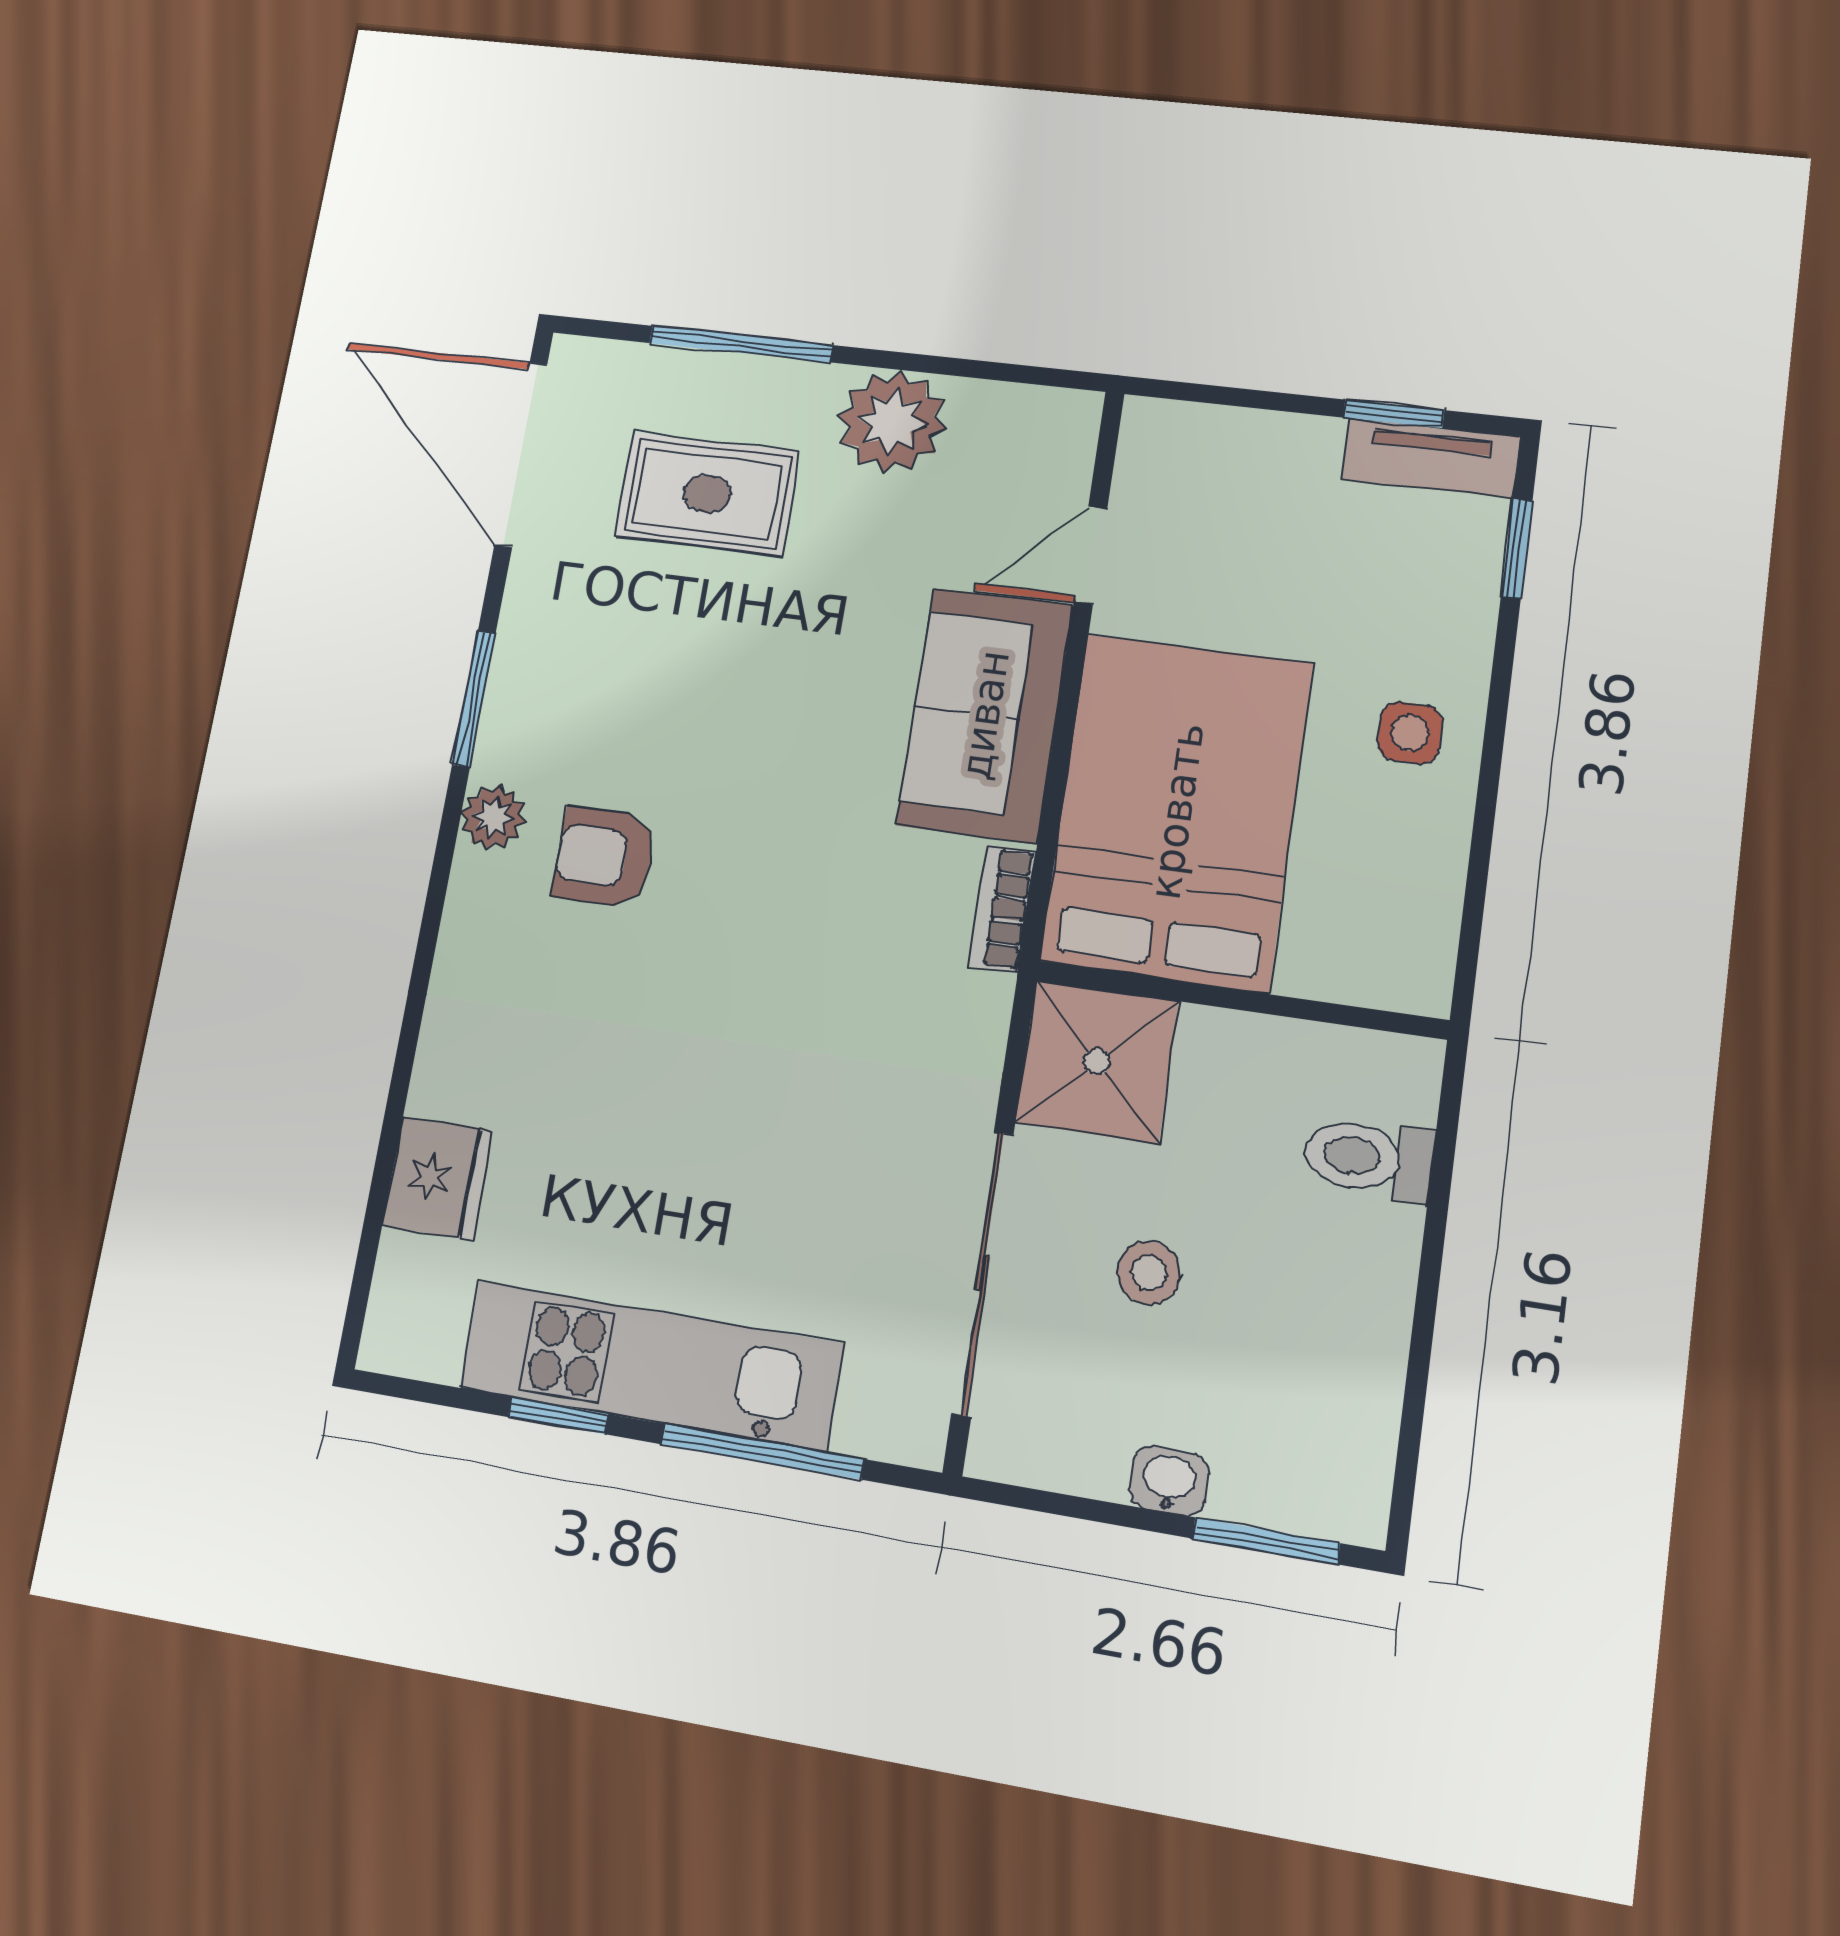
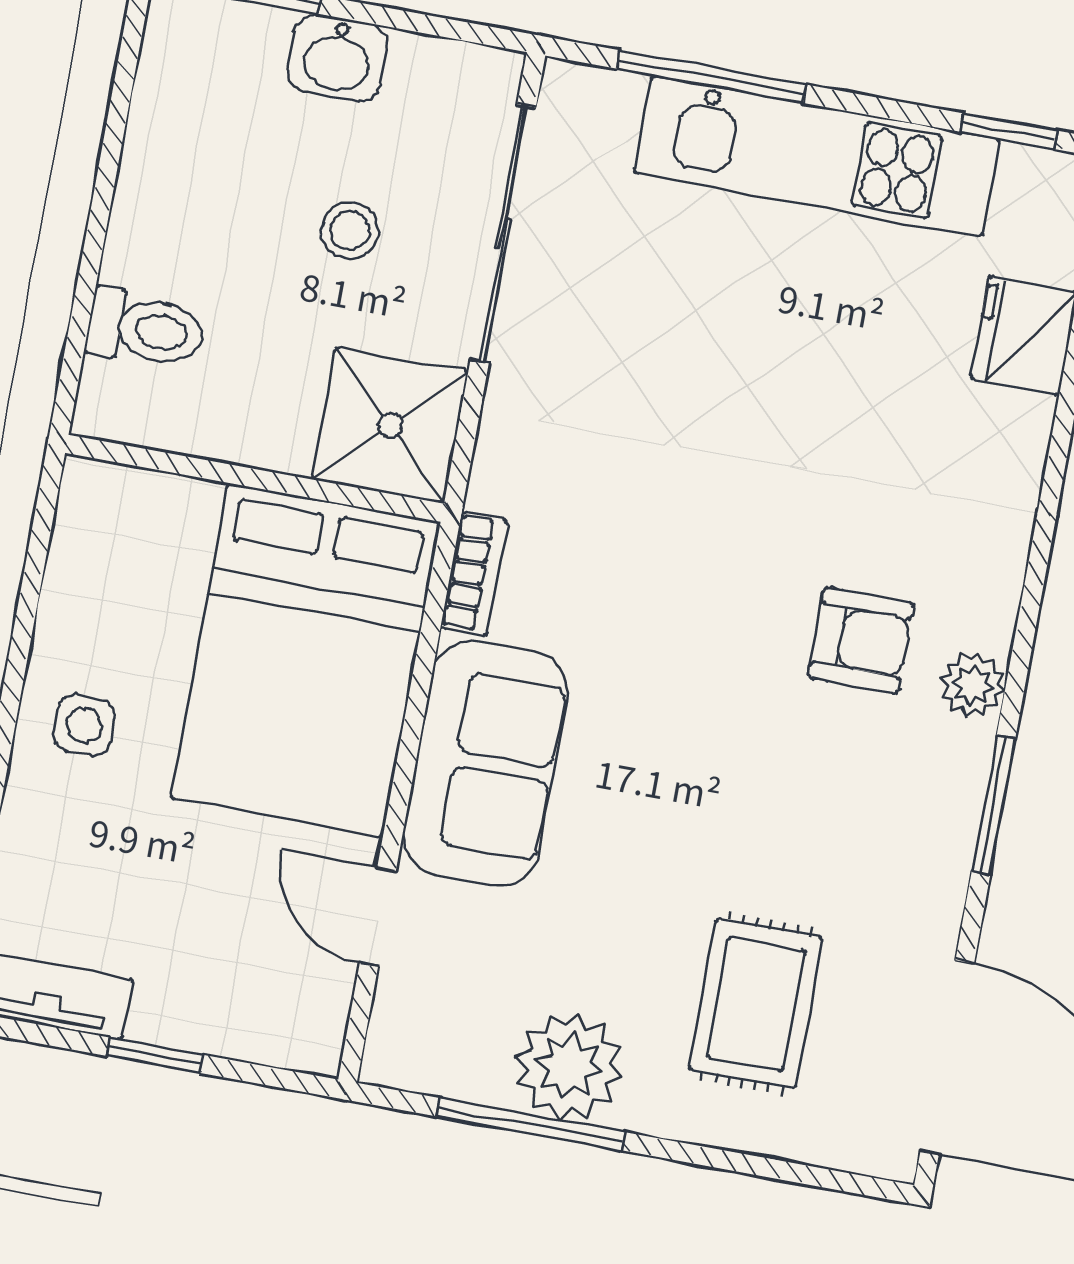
window: (741, 344) -> (530, 1124), moved
window: (1394, 414) -> (155, 1055), moved
rug: (707, 494) -> (756, 1004), turned 90
door: (1091, 555) -> (378, 917), swing flipped
window: (558, 1416) -> (1009, 131), moved
washbasin: (1169, 1481) -> (337, 58), width x1.38, depth x1.45

